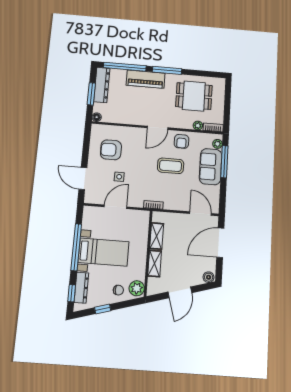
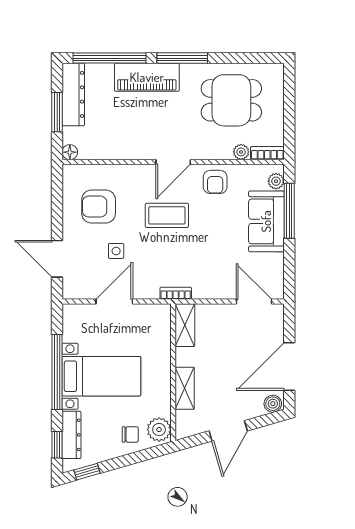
coffee table: (171, 166) -> (167, 215), moved
shelving: (157, 236) -> (185, 325), moved
door: (220, 243) -> (289, 367), moved
window: (103, 309) -> (87, 472), moved

